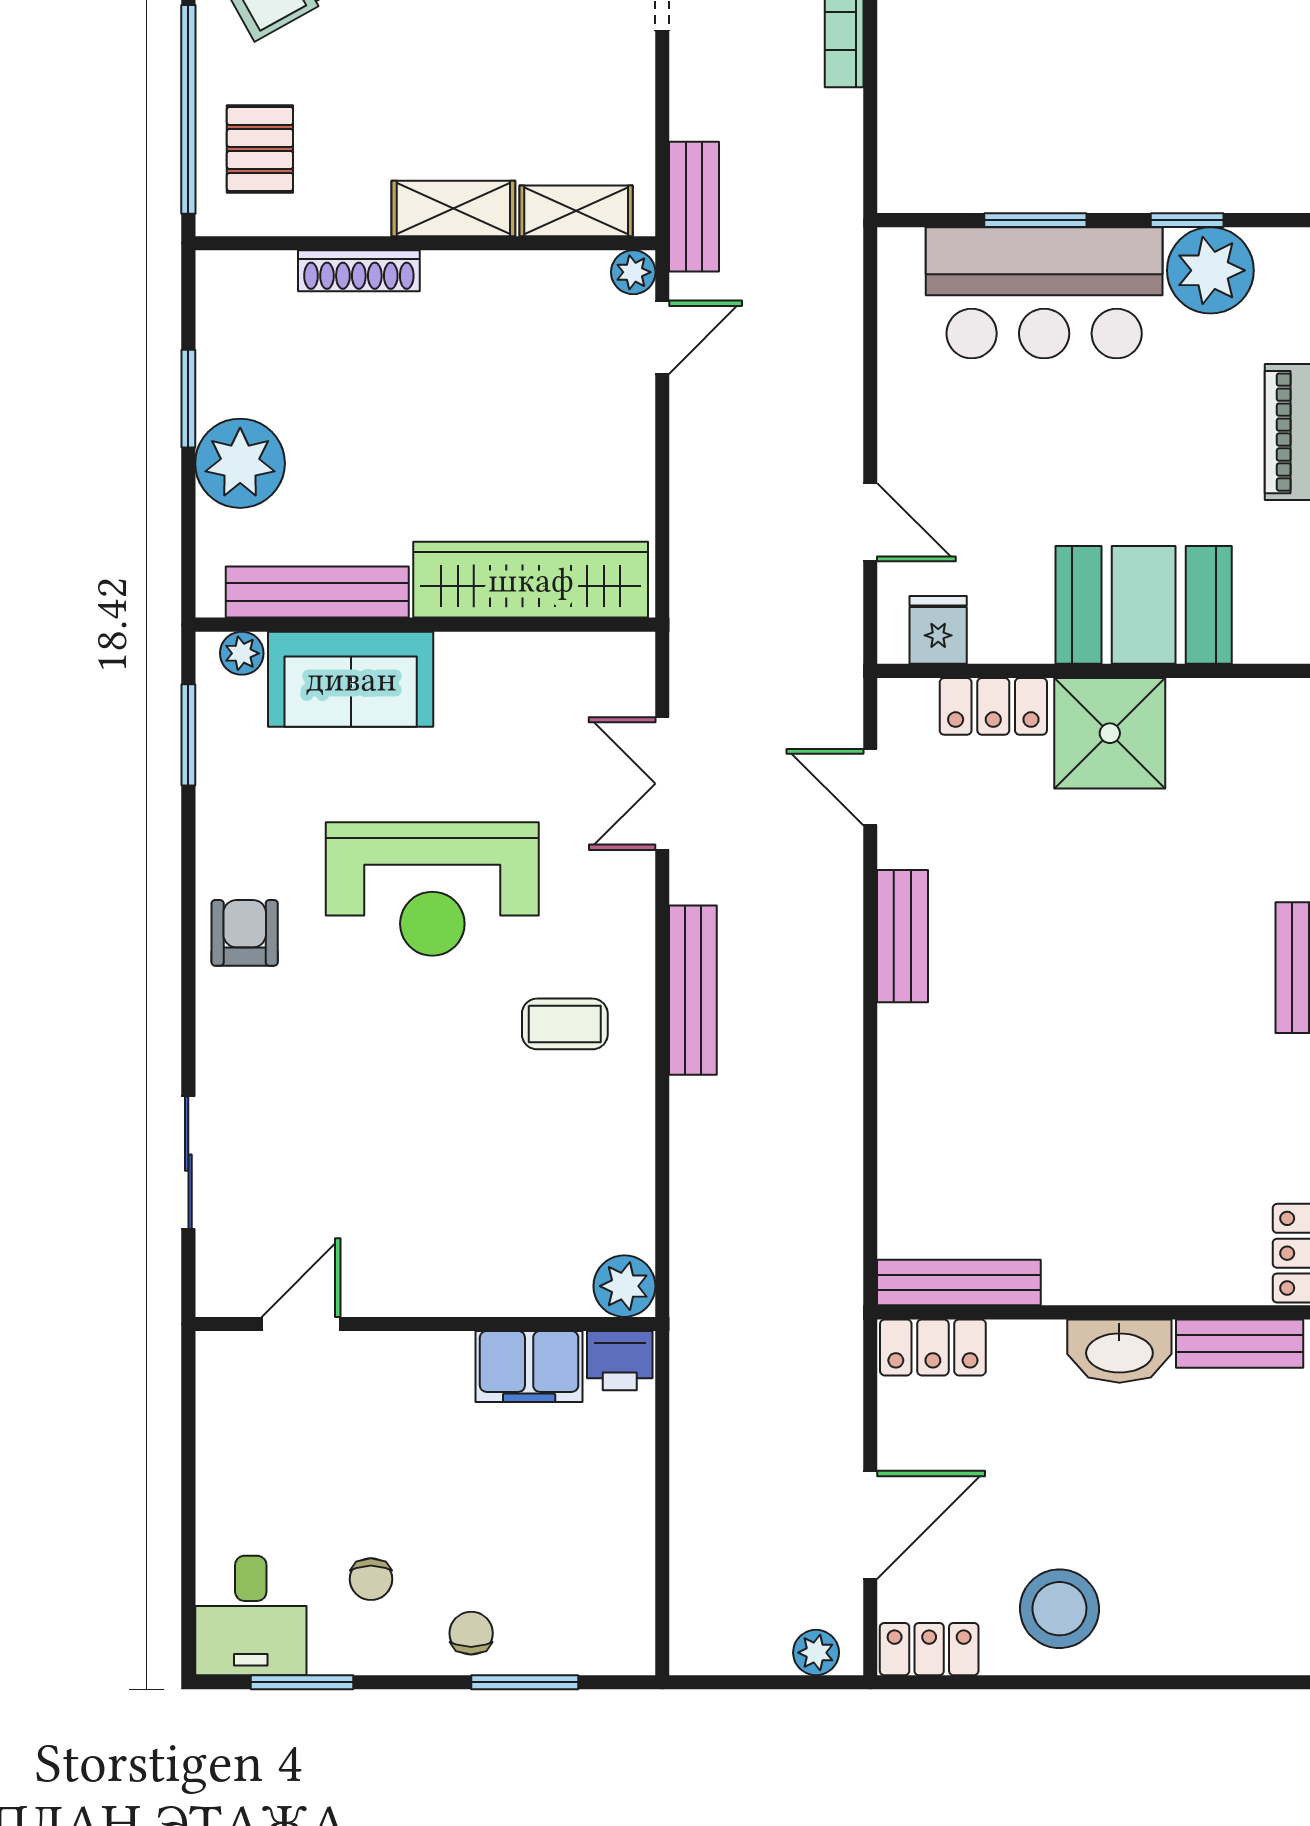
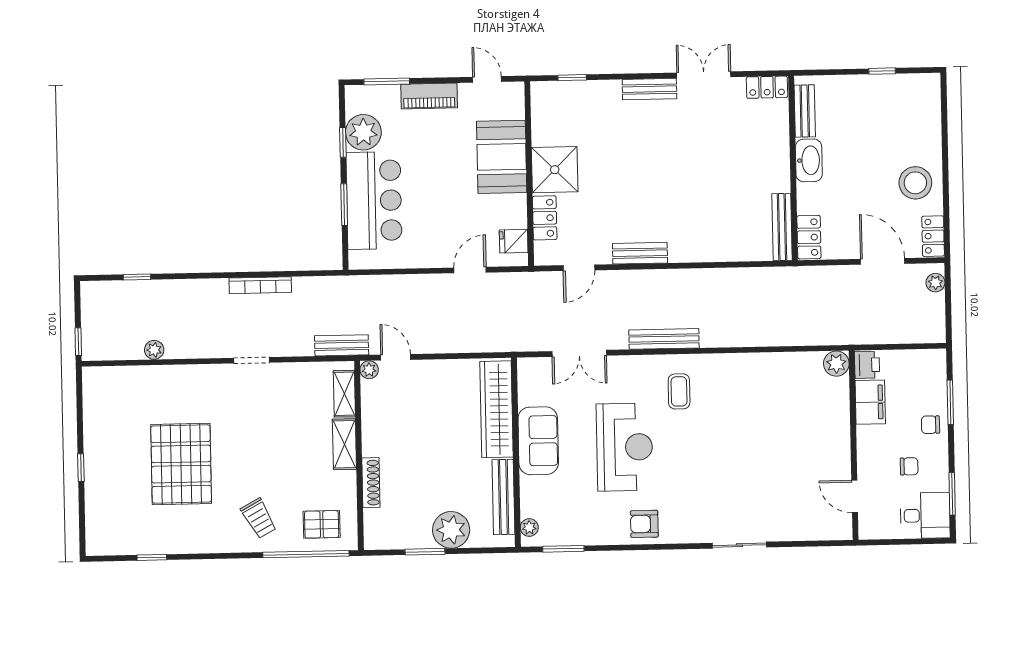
sofa: (351, 679) -> (538, 441), moved
plant: (624, 1286) -> (836, 364), moved
door: (301, 1324) -> (855, 496), moved
wall: (425, 1324) -> (854, 445), moved
printer: (620, 1361) -> (867, 365), moved
filing cabinet: (529, 1366) -> (870, 402), moved

